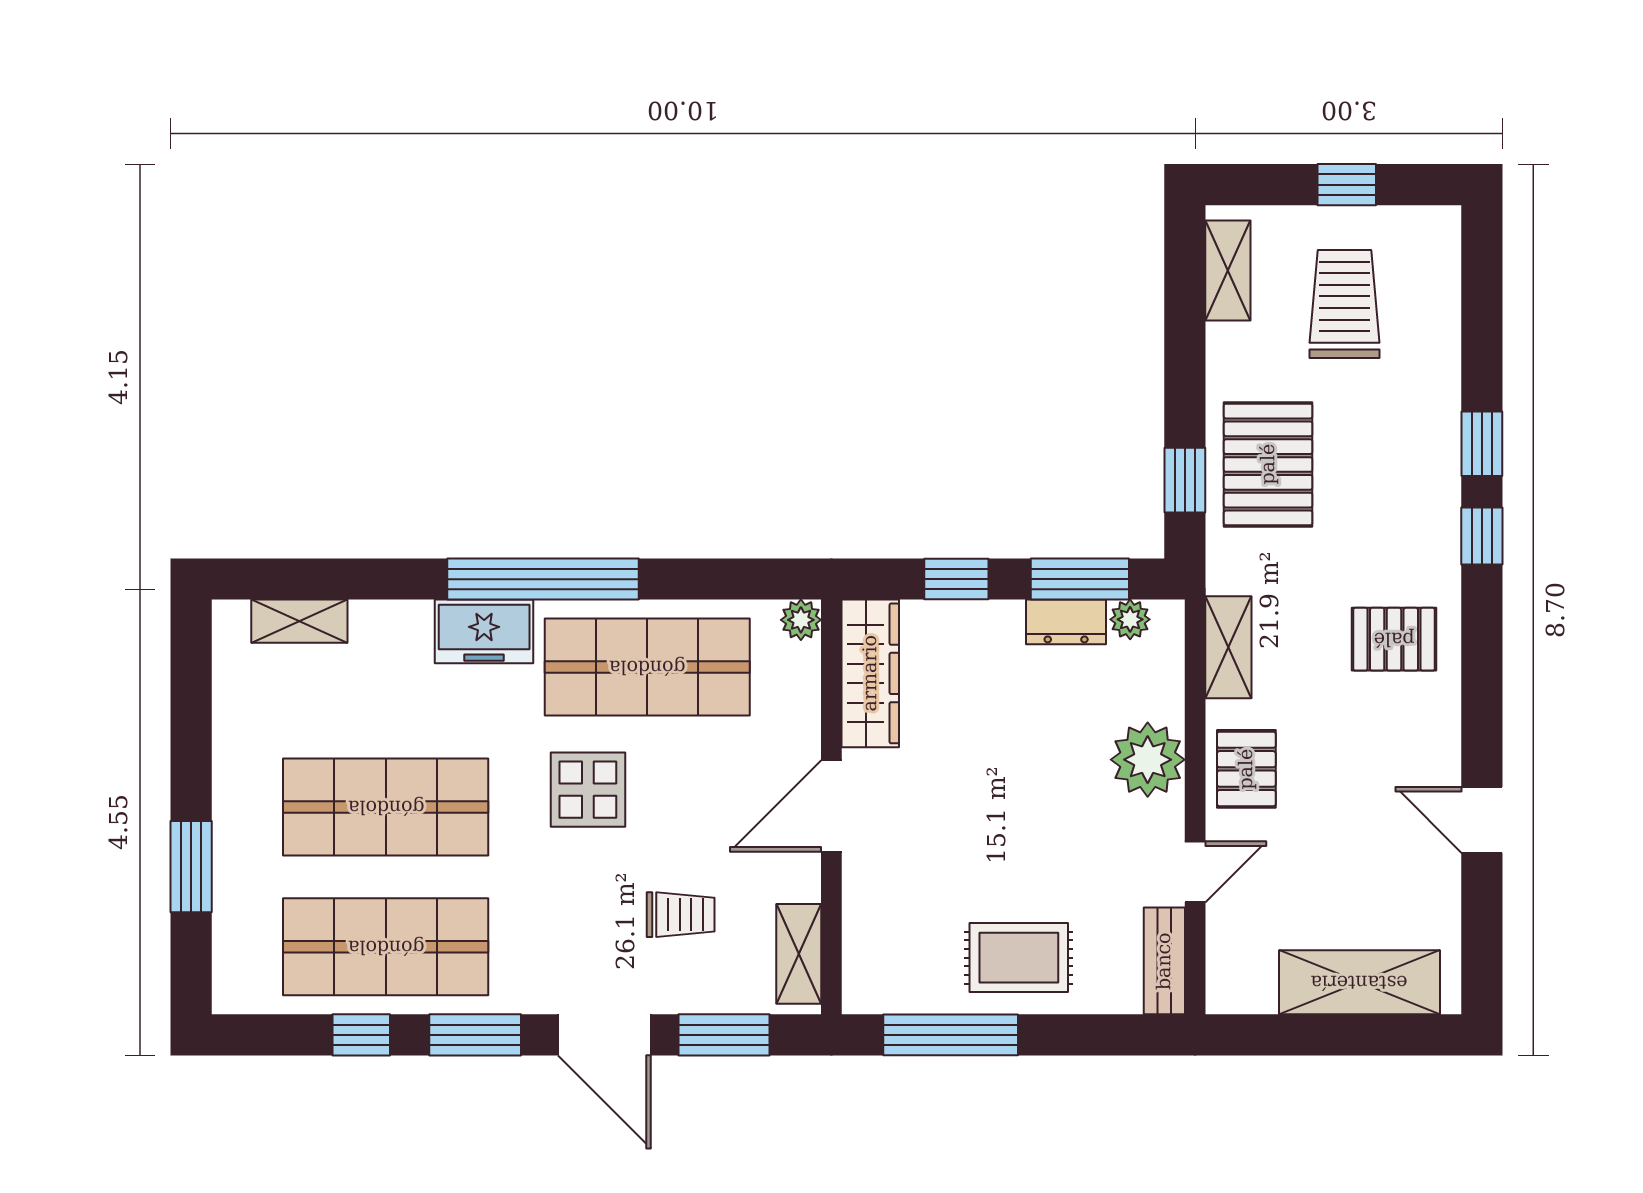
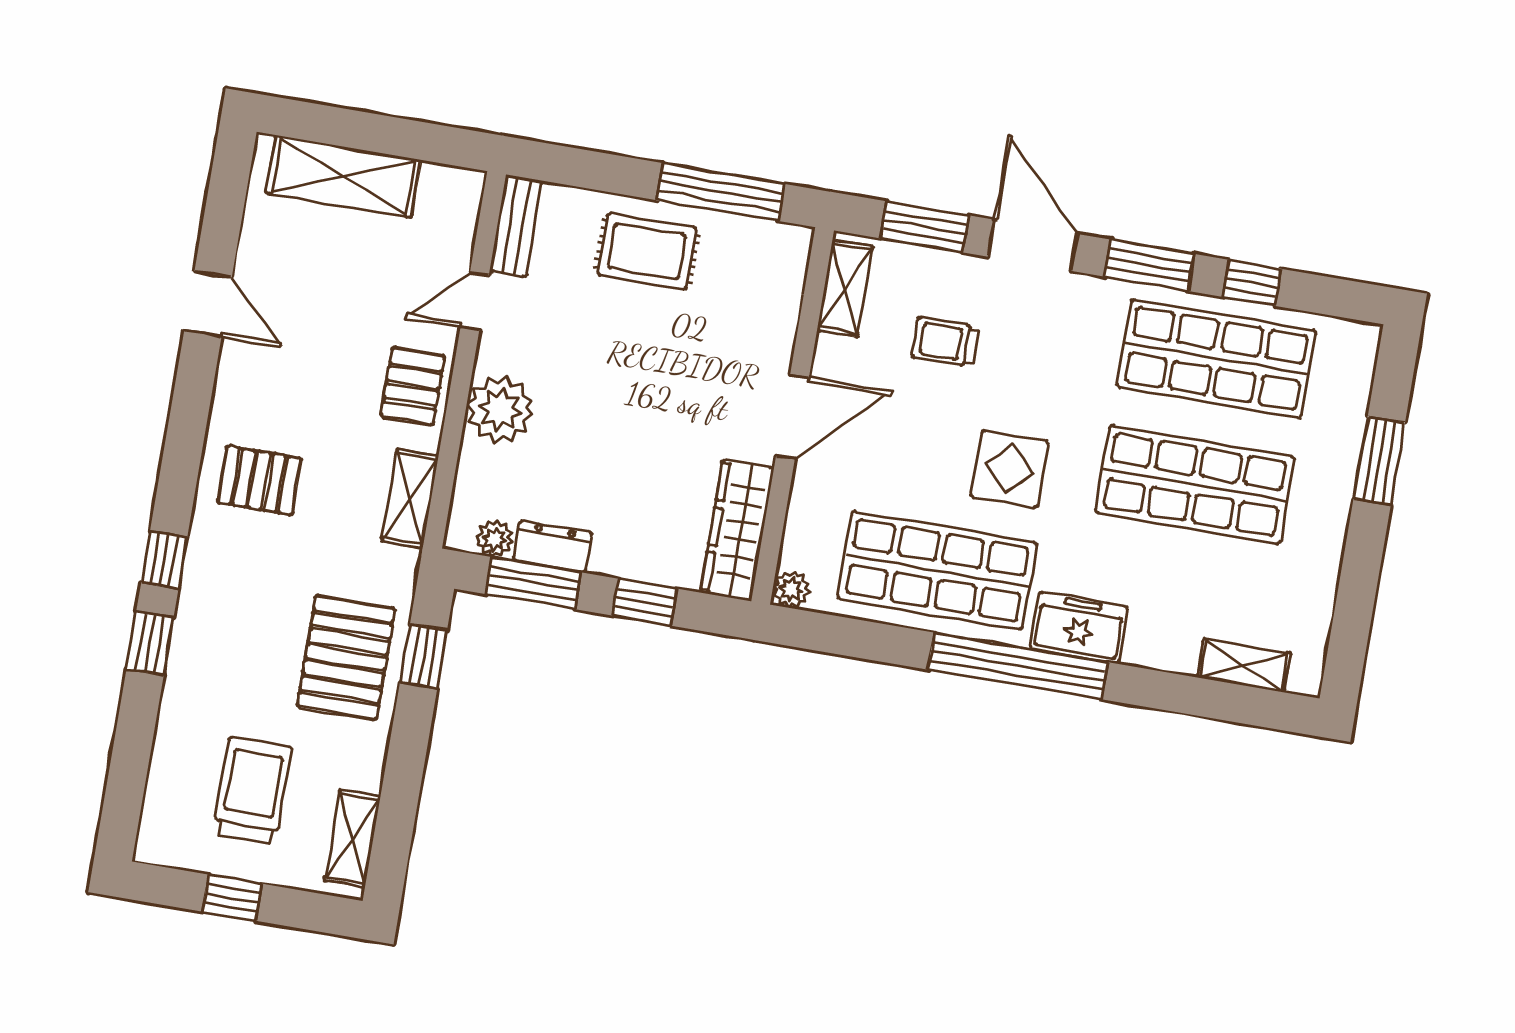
trolley: (1344, 304) -> (252, 790), turned 180

